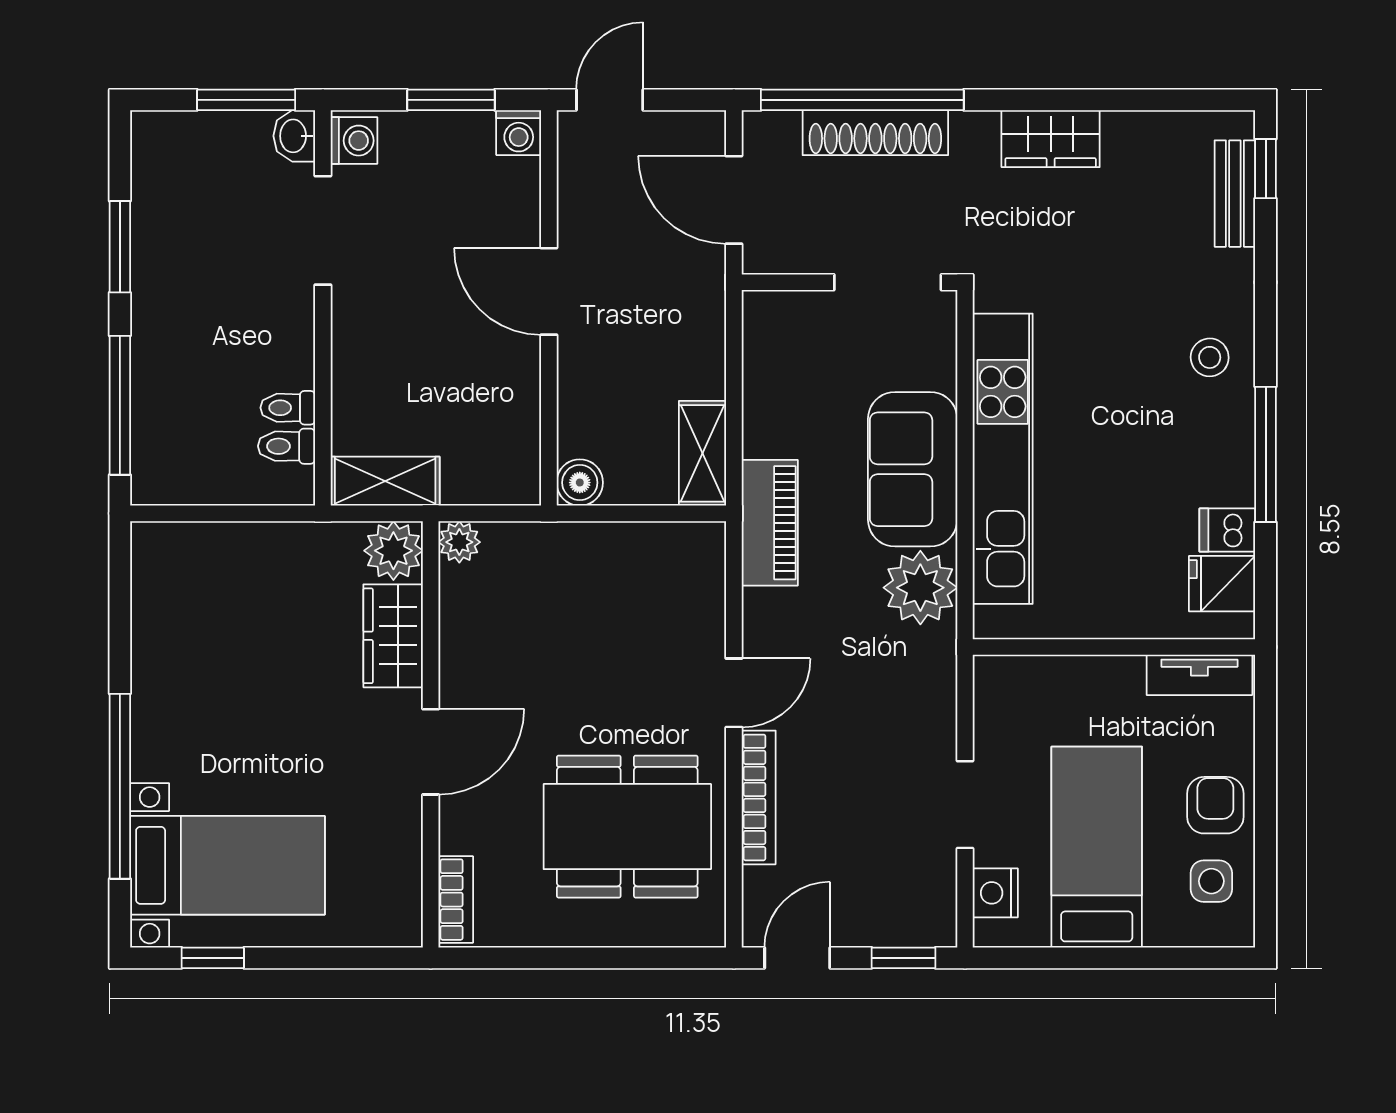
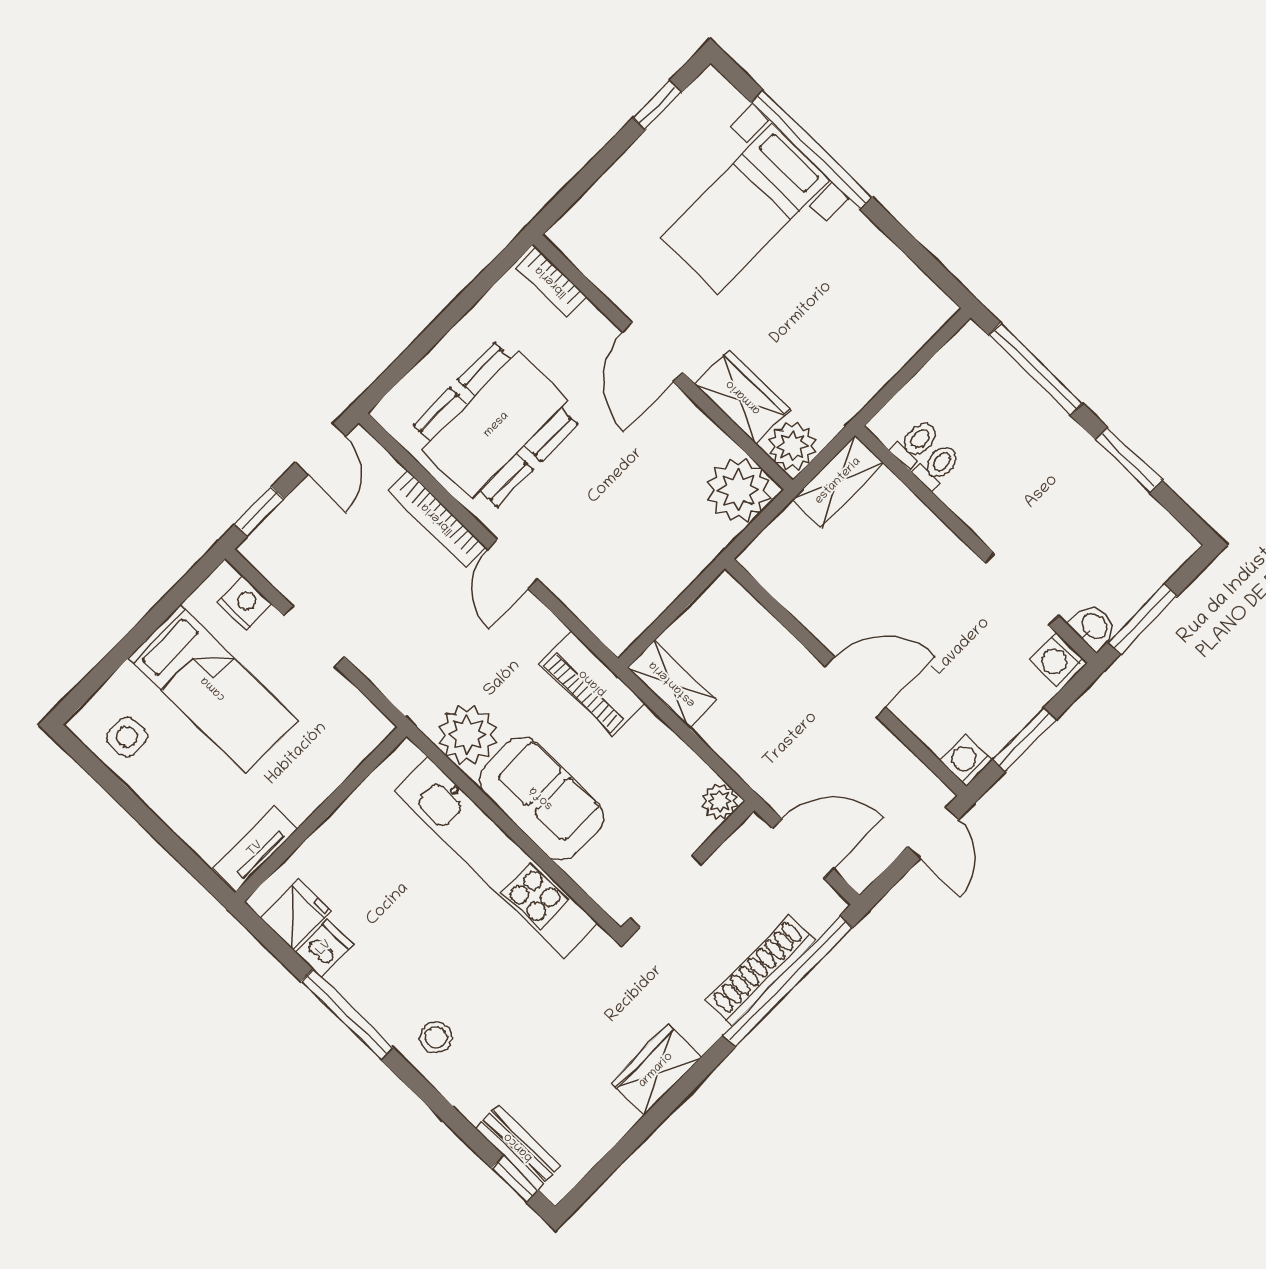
plant: (763, 312) -> (720, 801), added
boiler: (580, 483) -> (725, 595), removed
plant: (459, 542) -> (738, 490), width x1.88, depth x1.88
armchair: (1215, 805) -> (169, 783), removed
bed with nightstands: (227, 865) -> (745, 208), moved

